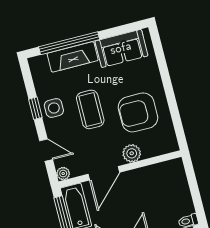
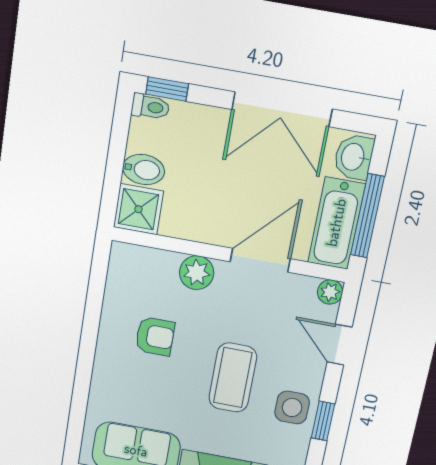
armchair: (138, 112) -> (155, 336), width x0.53, depth x0.53
shower: (173, 171) -> (138, 209), added
bidet: (179, 191) -> (144, 170), added

